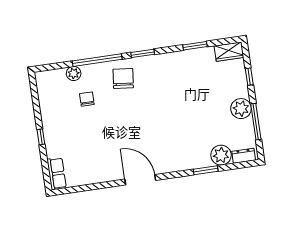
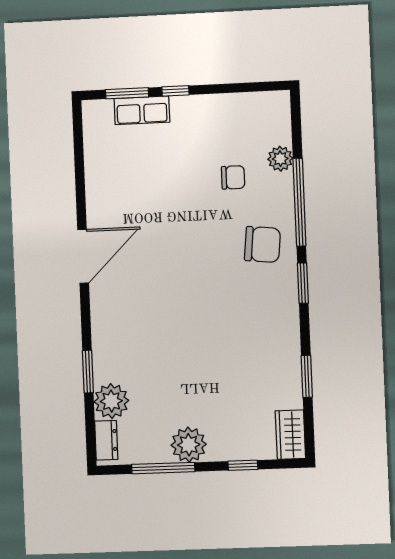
window: (45, 164) -> (127, 93), added
row of seats: (57, 174) -> (142, 110), moved

